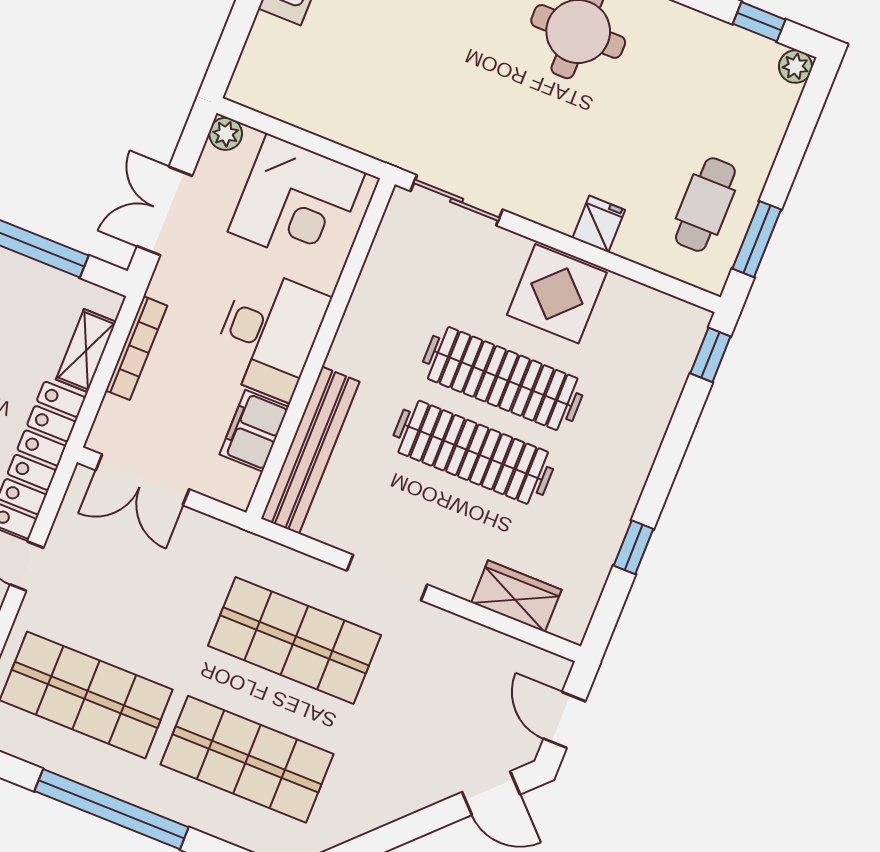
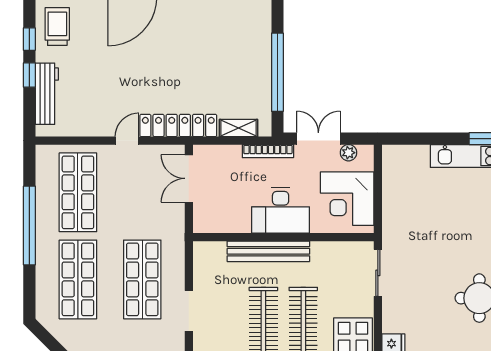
plant: (226, 134) -> (349, 153), moved
bookcase: (136, 348) -> (268, 151), moved
filing cabinet: (254, 431) -> (233, 221), removed
bench: (310, 450) -> (268, 251), moved

